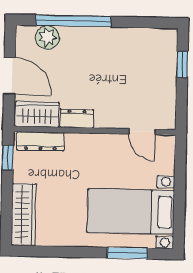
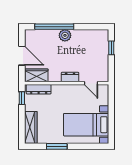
plant: (47, 37) -> (65, 35), moved
dresser: (77, 118) -> (70, 77), moved
window: (127, 253) -> (57, 146), moved

